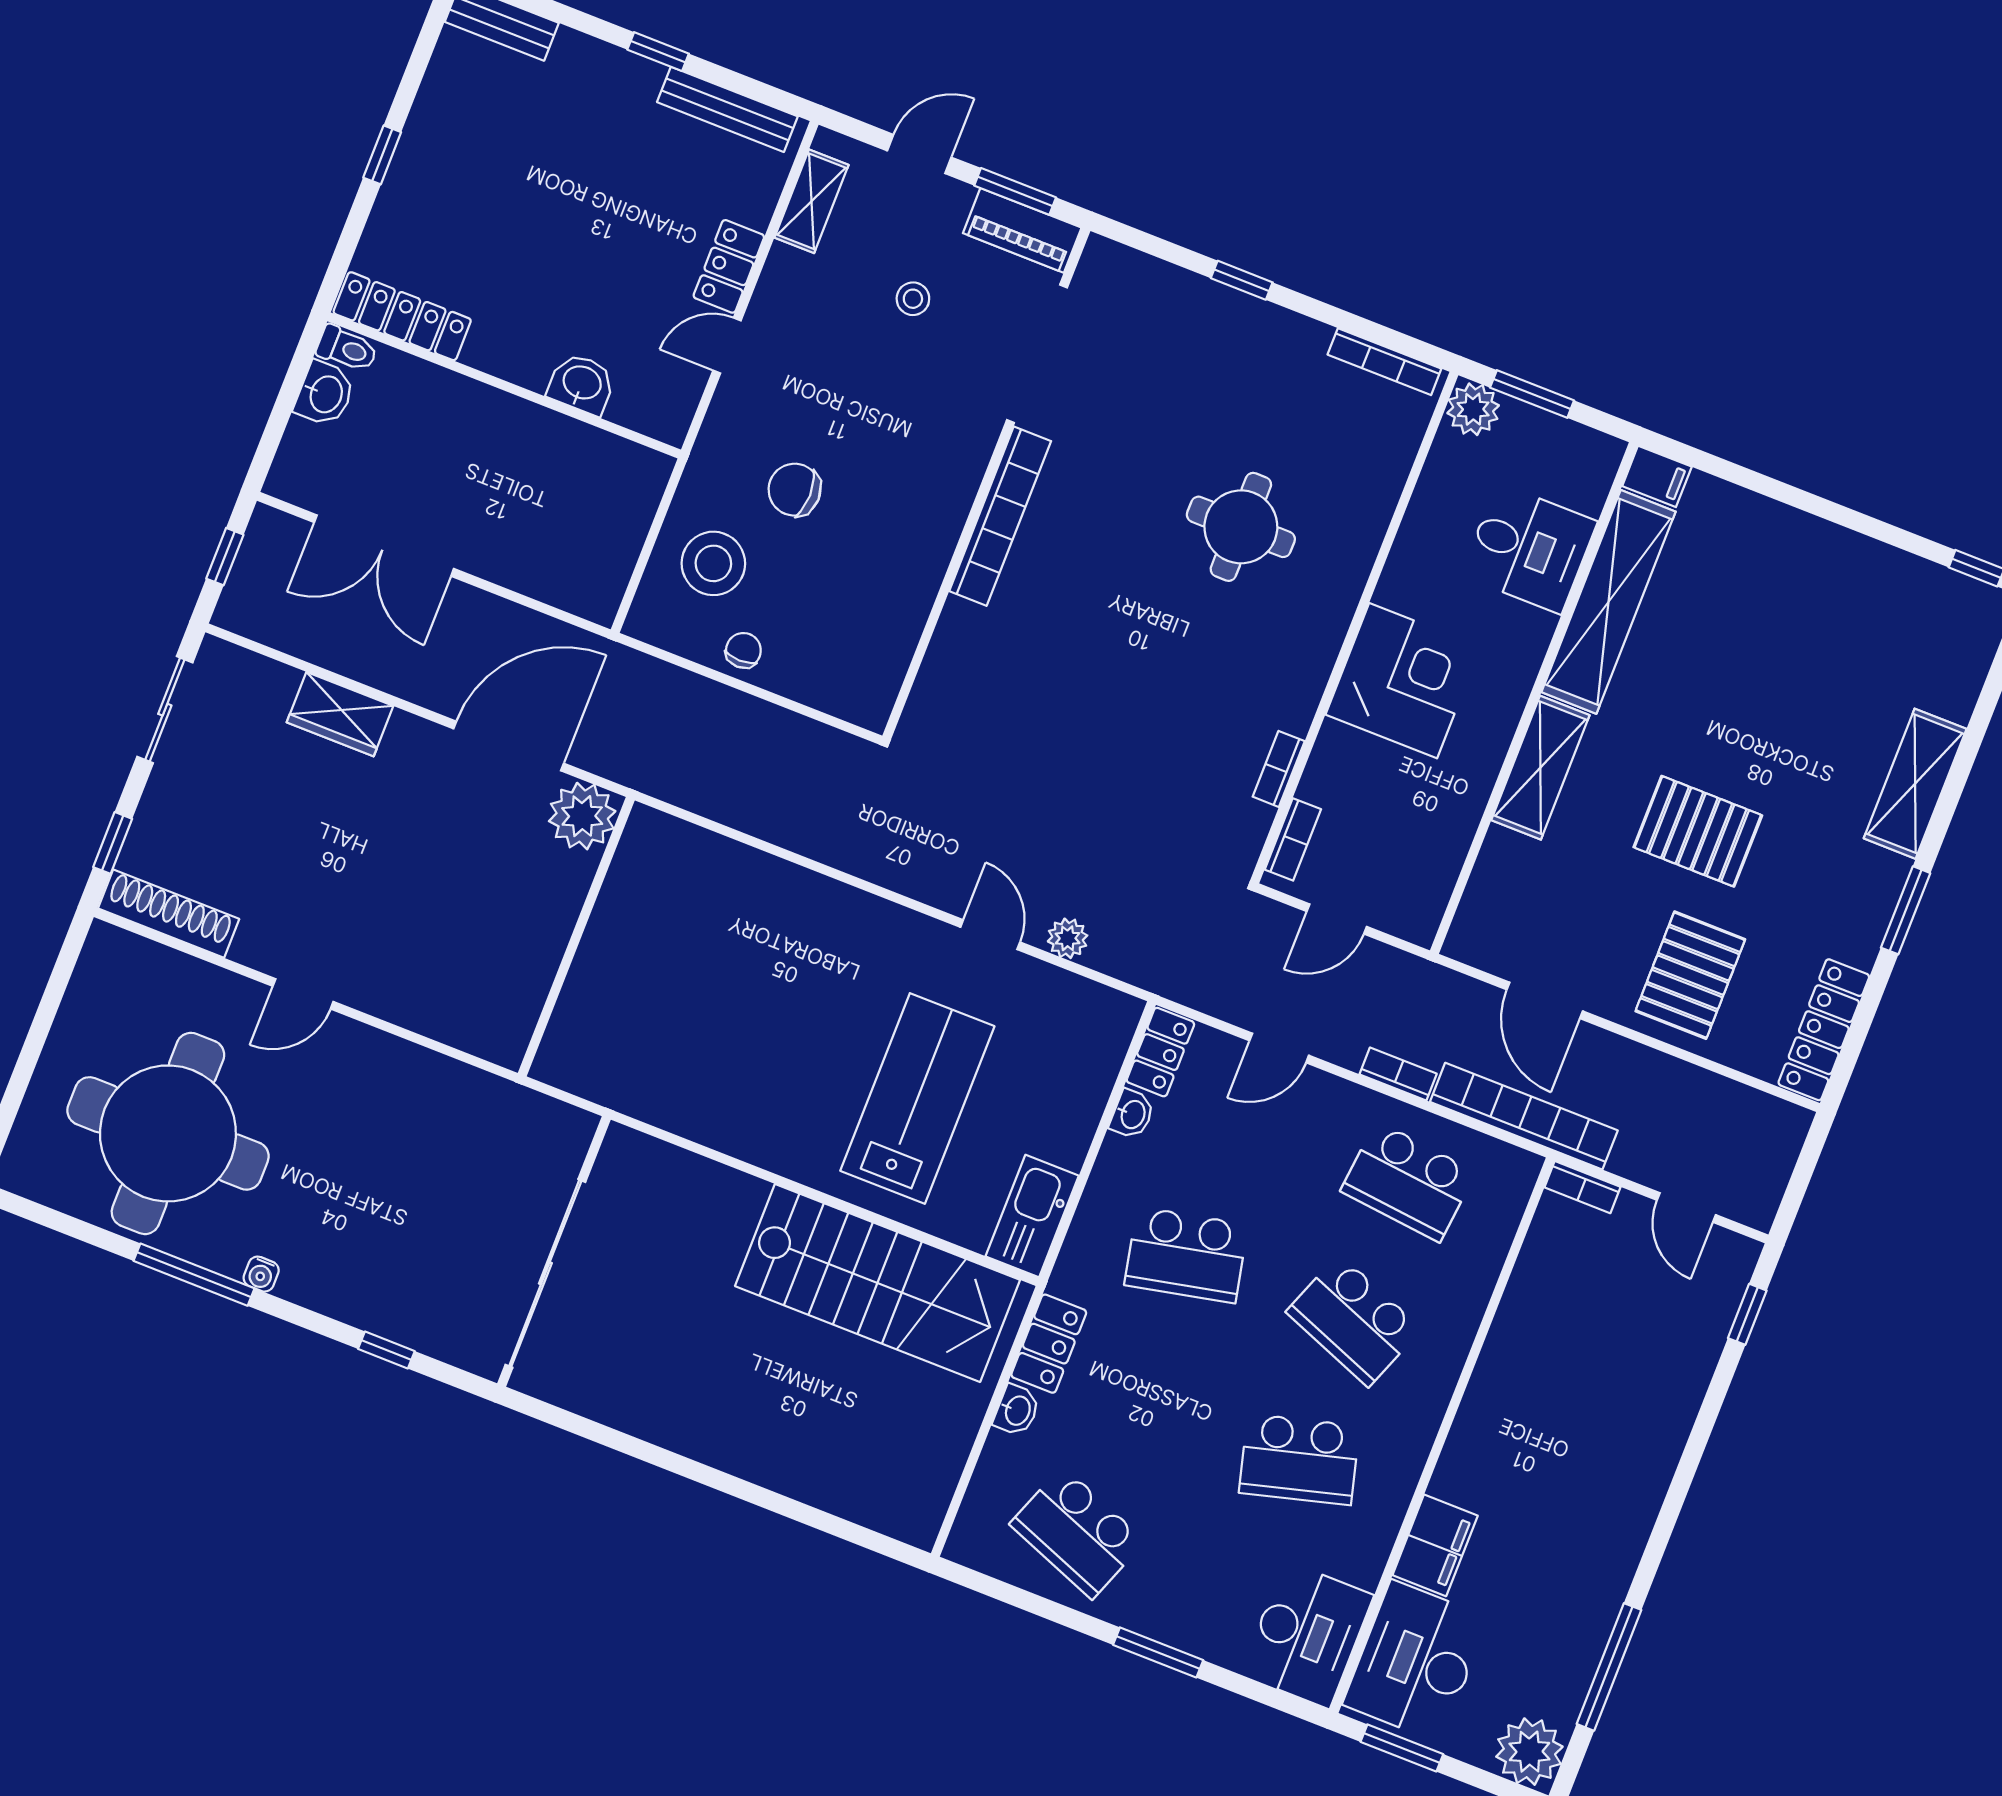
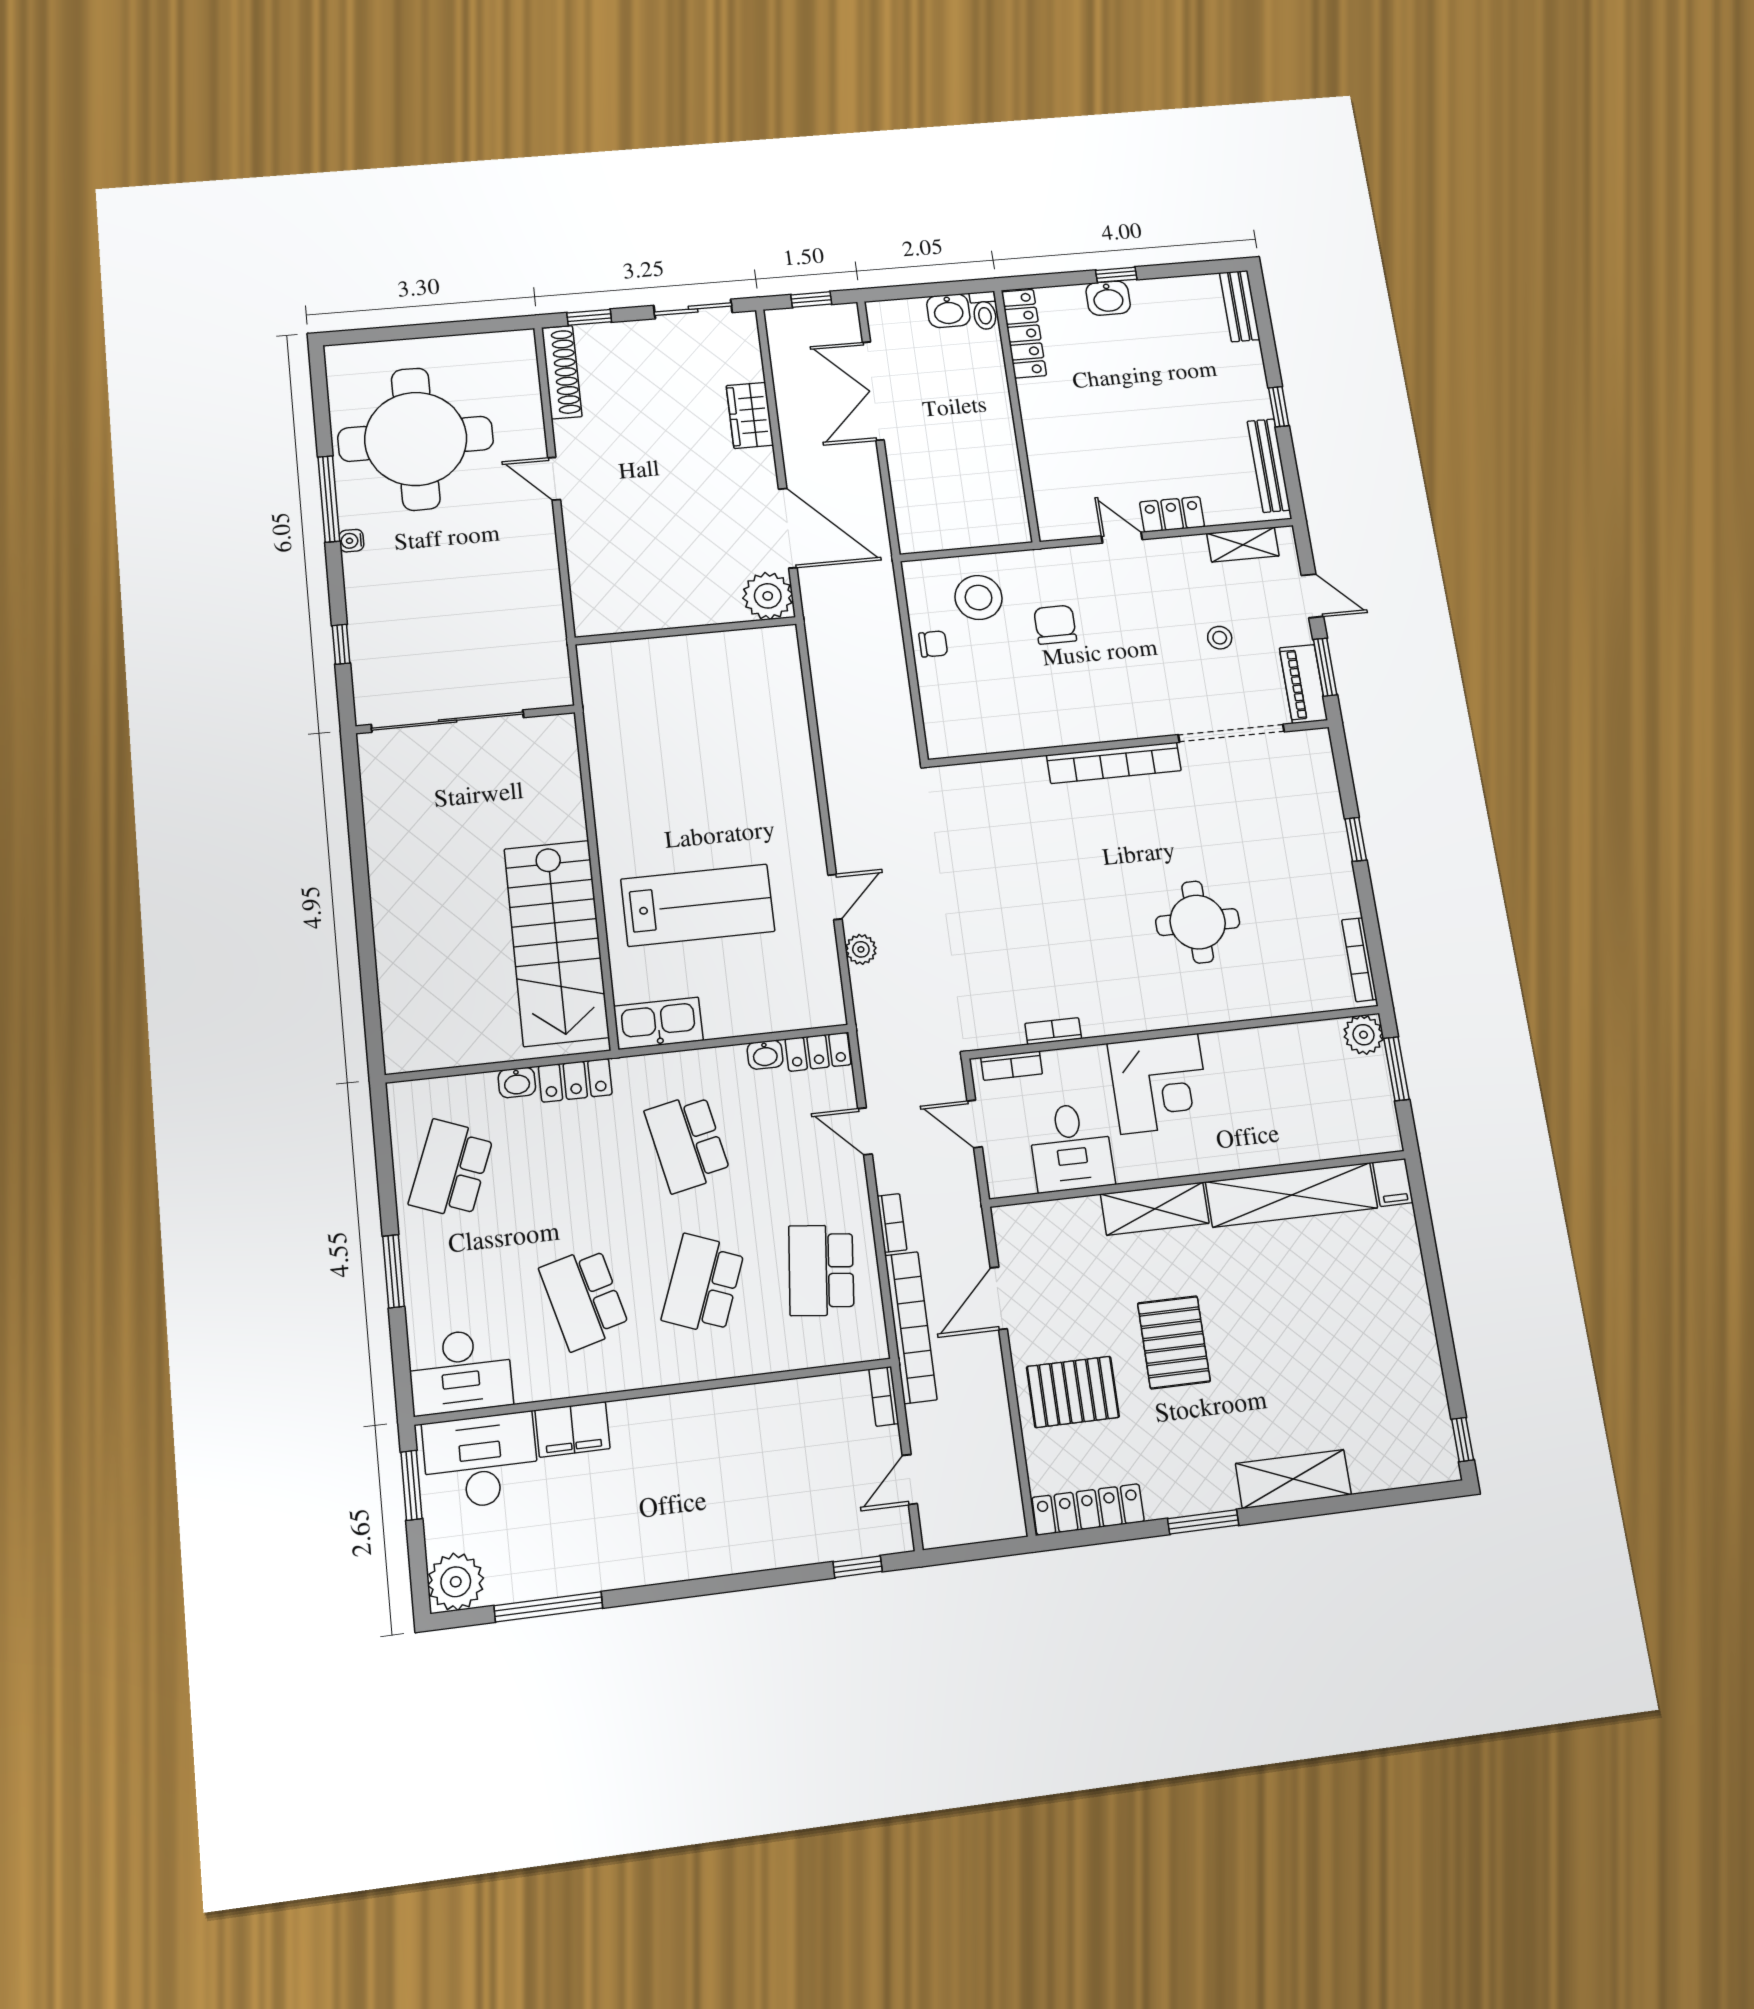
washbasin: (582, 384) -> (1108, 298), moved, turned 90
desk: (1529, 548) -> (1071, 1147), moved

